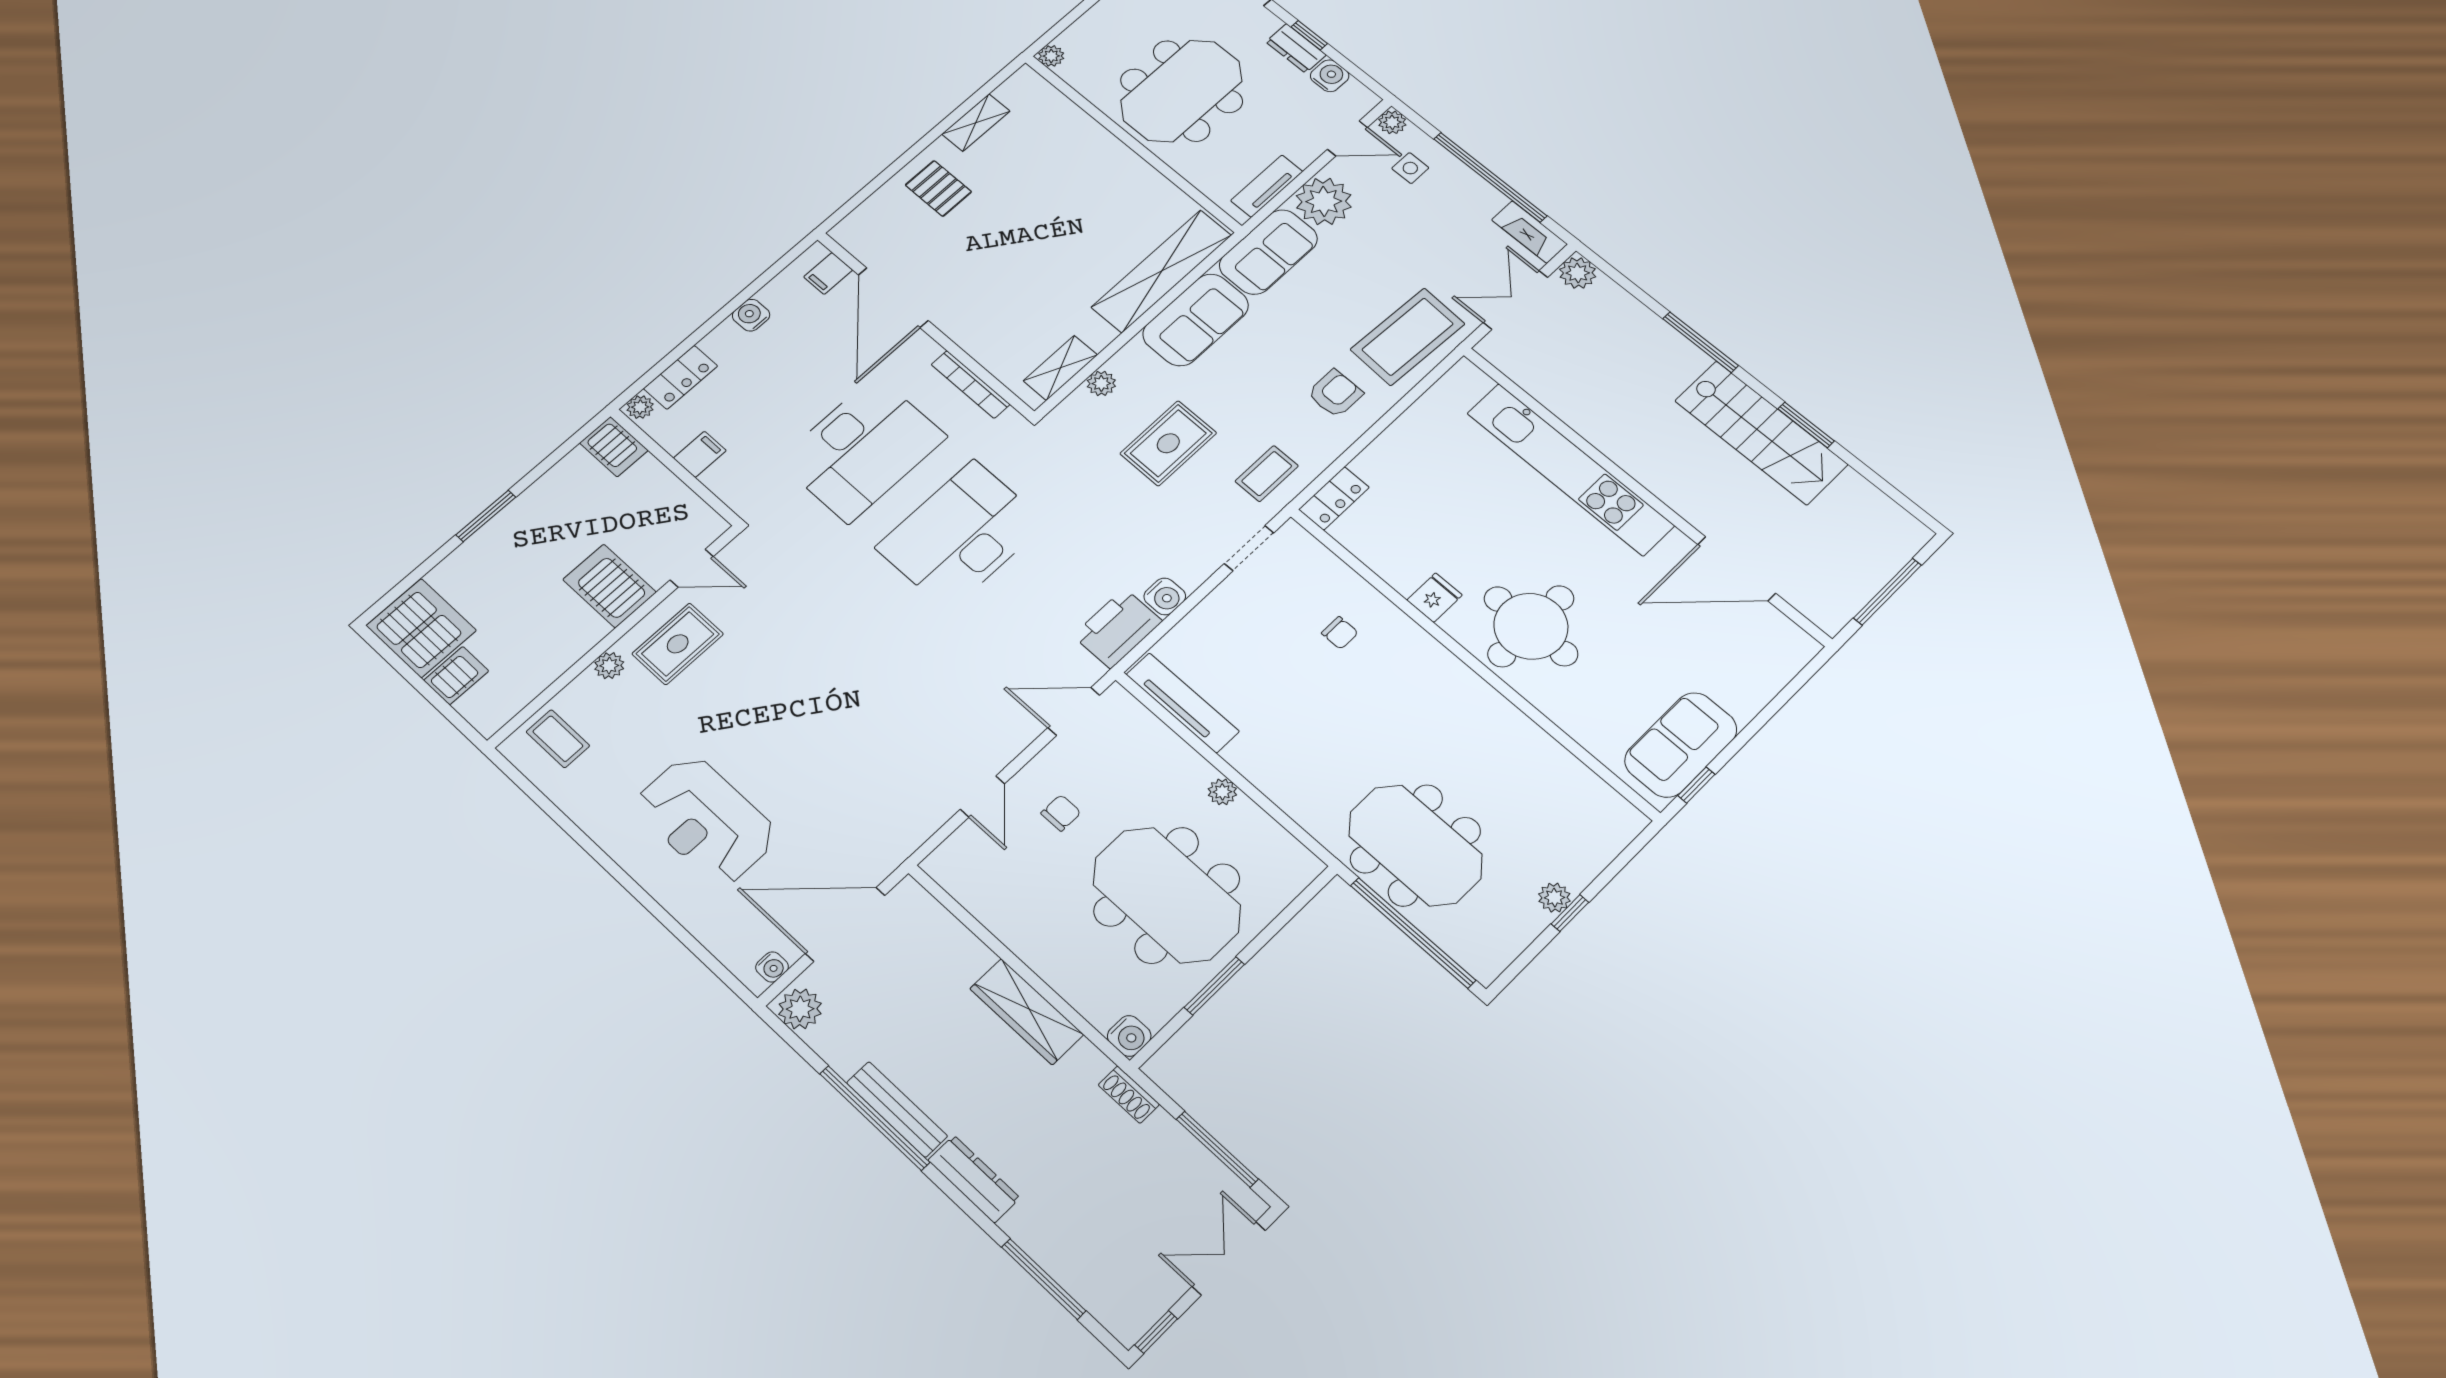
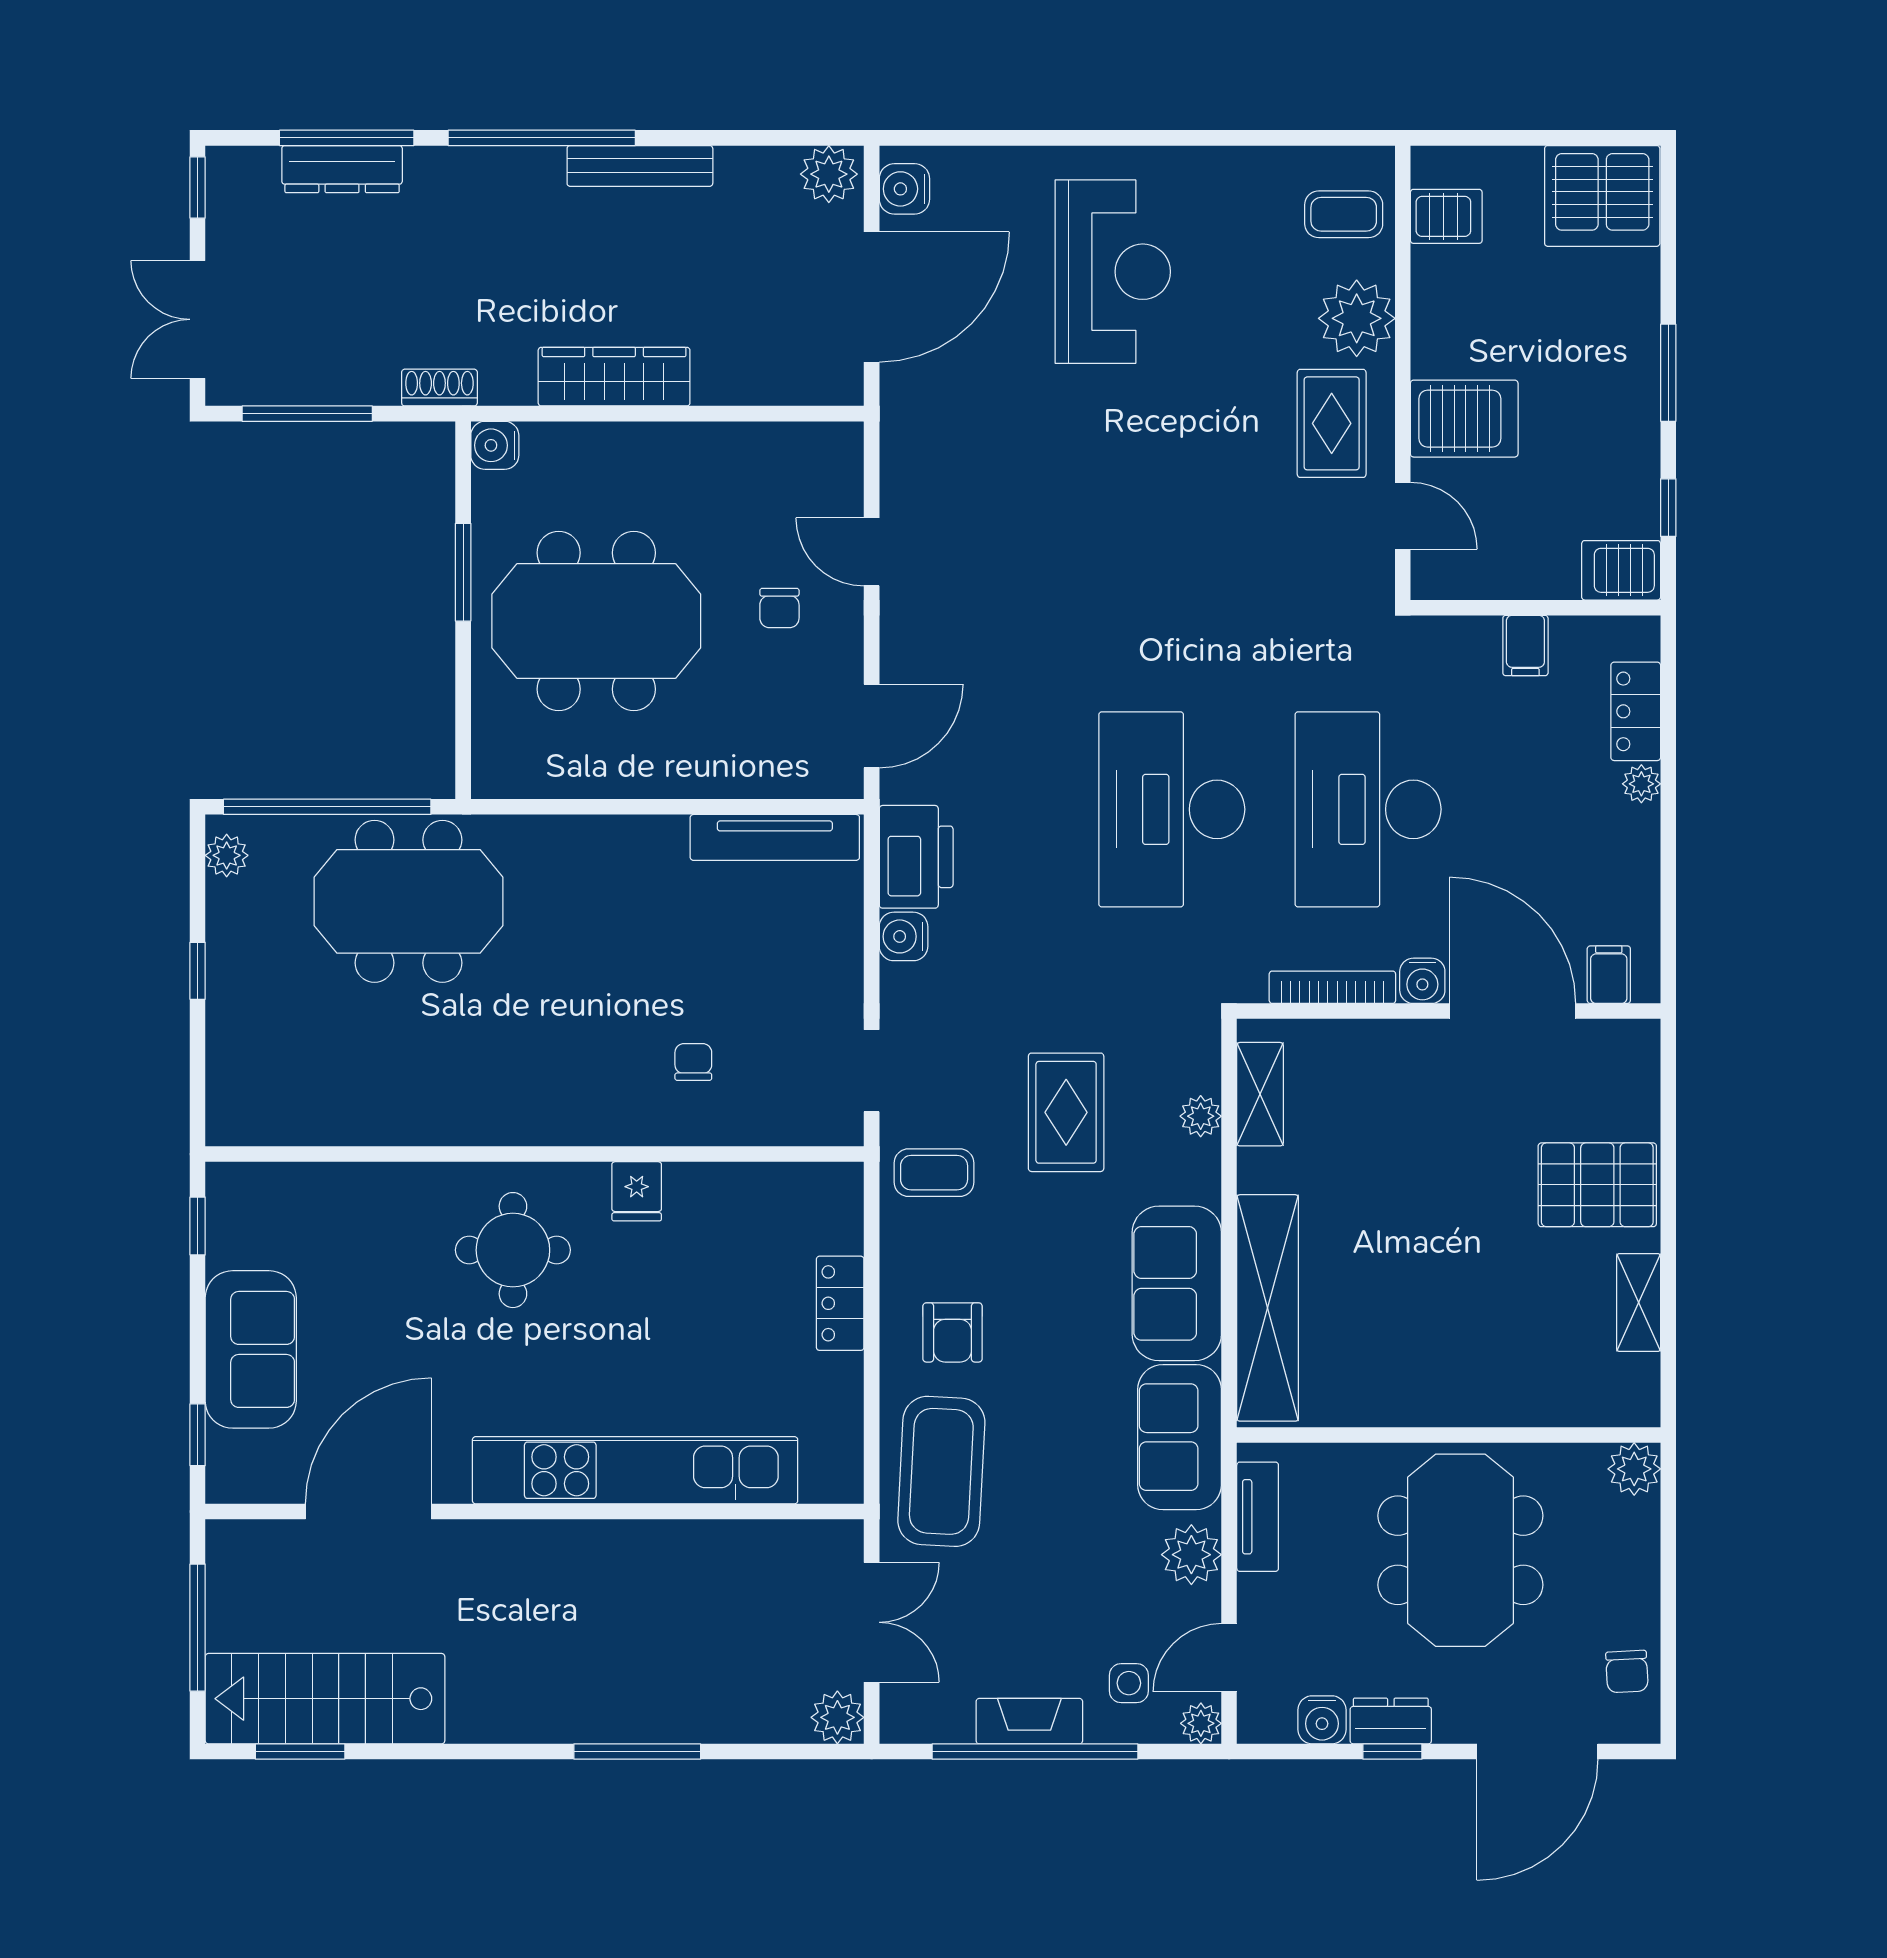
plant: (1051, 56) -> (1634, 1469), width x1.38, depth x1.38
pallet: (938, 188) -> (1597, 1185), width x1.50, depth x1.42
plant: (1324, 201) -> (1191, 1555), width x0.73, depth x0.73
fireplace: (1529, 232) -> (1029, 1721), moved
water cooler: (751, 315) -> (1422, 981), moved, turned 90
plant: (640, 407) -> (1641, 784), moved
window: (1806, 425) -> (300, 1752), moved
stairs: (1761, 433) -> (325, 1699), moved
window: (558, 454) -> (1668, 508), added
coffee table: (1267, 474) -> (934, 1173), turned 90
locker: (1334, 498) -> (840, 1303), moved
desk: (961, 535) -> (1172, 809), turned 180
door: (692, 568) -> (1403, 516), swing flipped
round table: (1531, 626) -> (513, 1250), width x0.73, depth x0.73
chair: (1340, 633) -> (693, 1062), turned 90
plant: (609, 666) -> (1357, 318), width x1.87, depth x1.87
server rack: (456, 676) -> (1446, 216), moved, turned -90
window: (1797, 683) -> (198, 1435), added
sofa: (1681, 745) -> (251, 1349), moved
plant: (1222, 792) -> (646, 780), removed
reception desk: (706, 820) -> (1113, 272), turned 90
plant: (1554, 898) -> (227, 855), moved
water cooler: (772, 967) -> (904, 189), width x1.38, depth x1.38
window: (875, 1118) -> (542, 138), moved
dresser: (974, 1179) -> (342, 169), moved
double door: (1229, 1258) -> (198, 319), swing flipped

